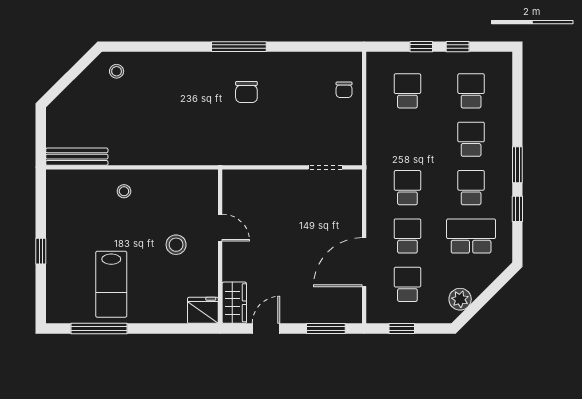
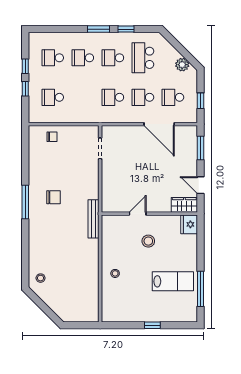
bench: (77, 157) -> (94, 219), moved

